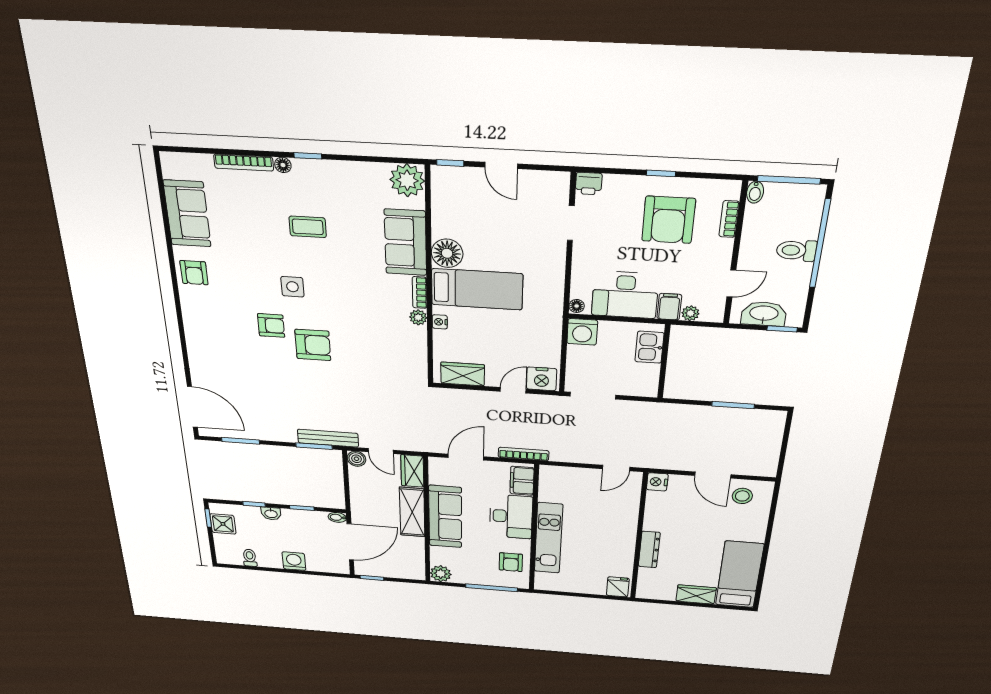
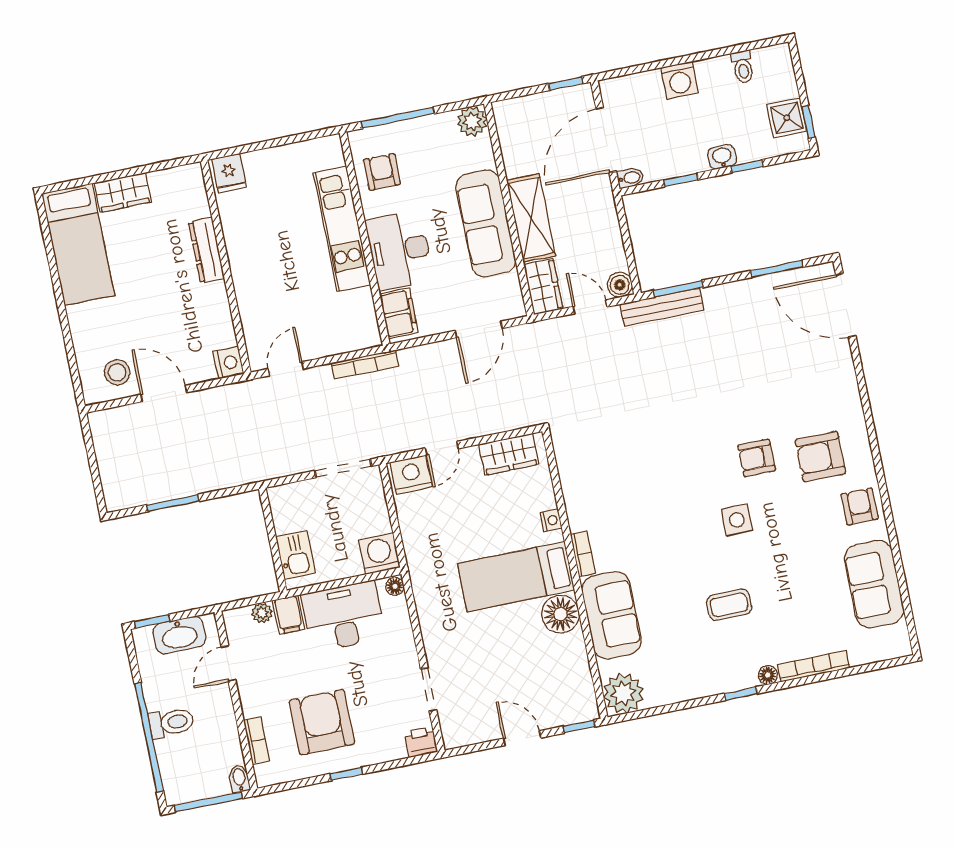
plant: (418, 317) -> (578, 519), removed
armchair: (313, 345) -> (820, 457), moved
bookcase: (524, 454) -> (365, 365), moved

